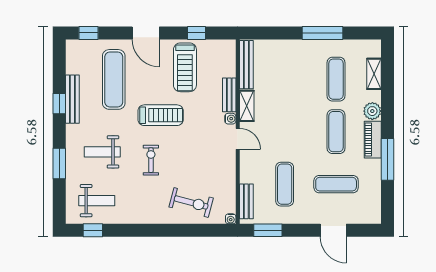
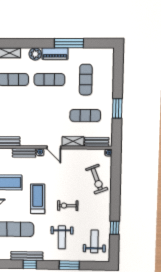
shelving: (247, 106) -> (73, 141), moved
door: (238, 139) -> (54, 147), swing flipped
exercise bike: (191, 202) -> (97, 179), turned 144
window: (93, 230) -> (115, 228), moved
window: (268, 230) -> (117, 108), moved
door: (333, 230) -> (118, 82), removed

